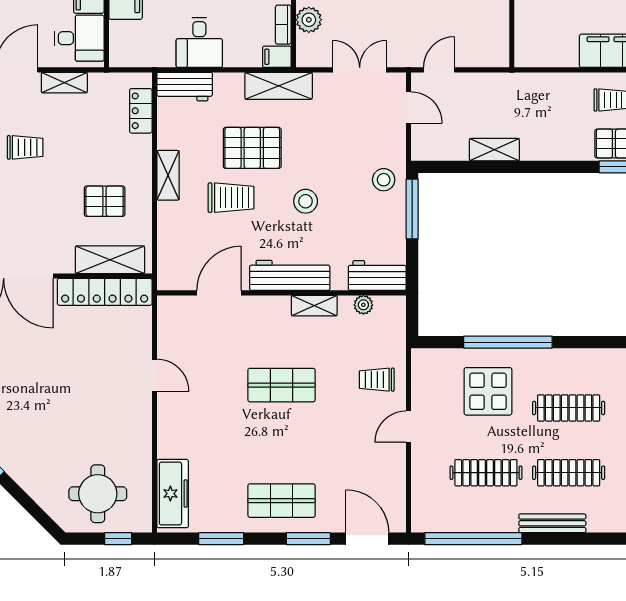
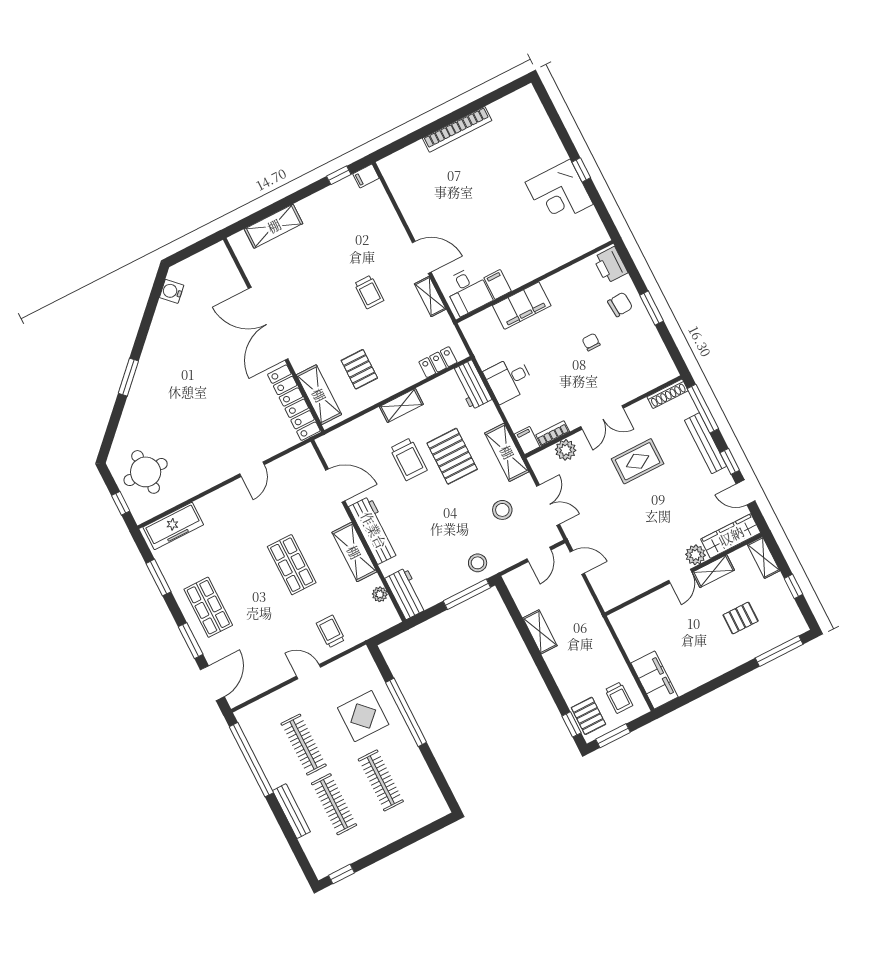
stool: (306, 201) -> (502, 510), moved
shelving: (314, 306) -> (354, 552), width x1.50, depth x1.33

